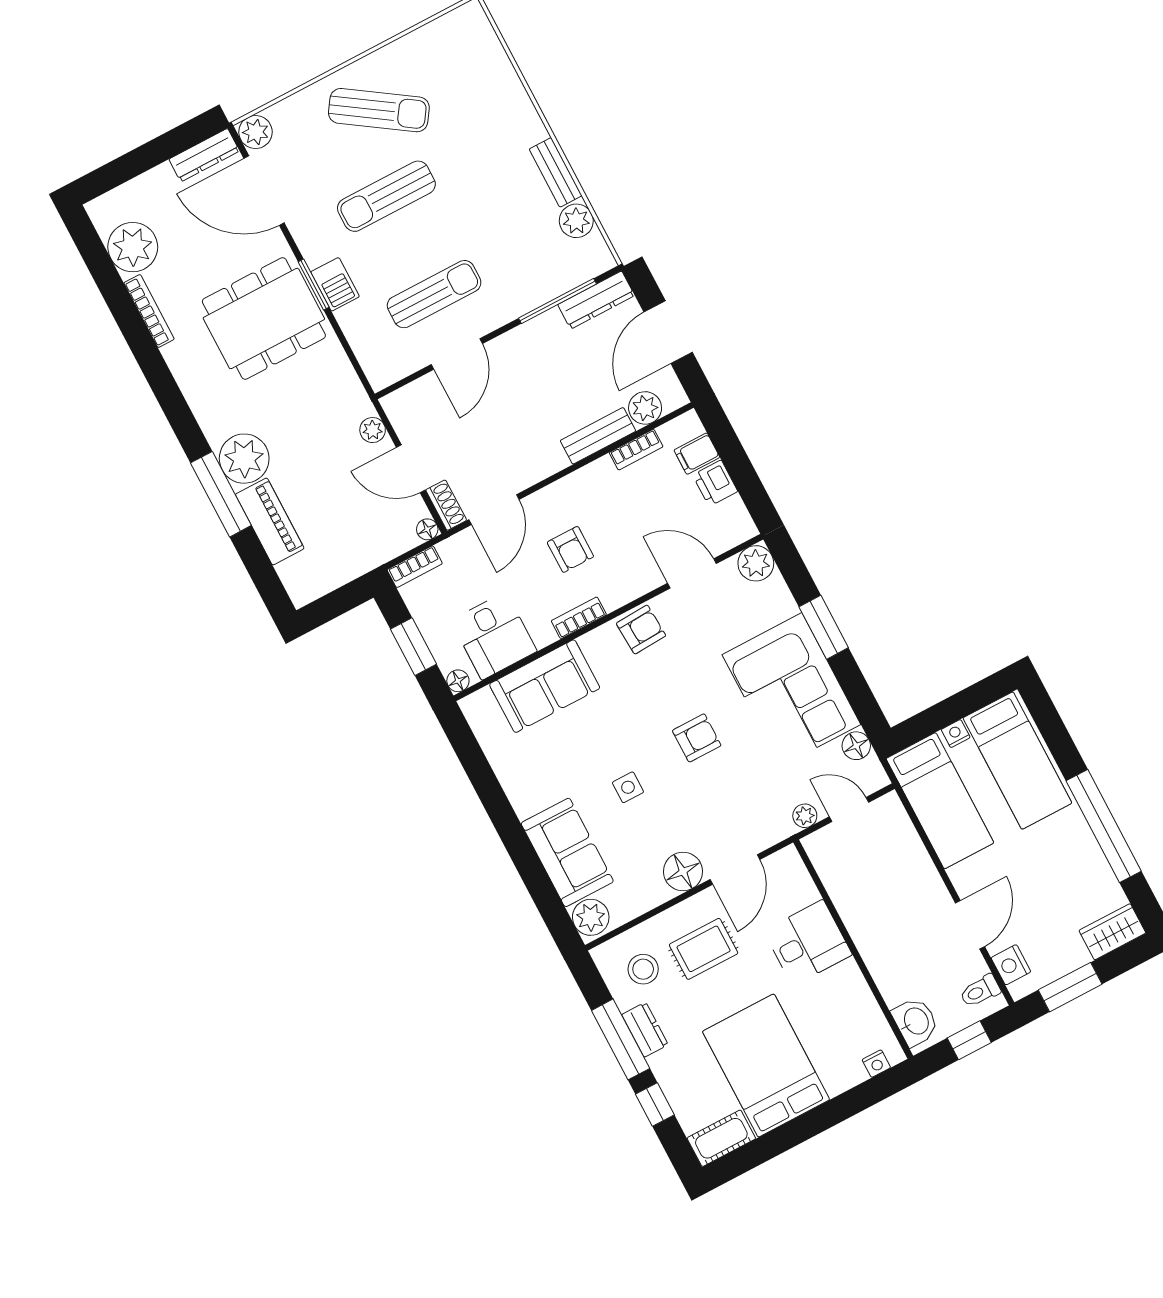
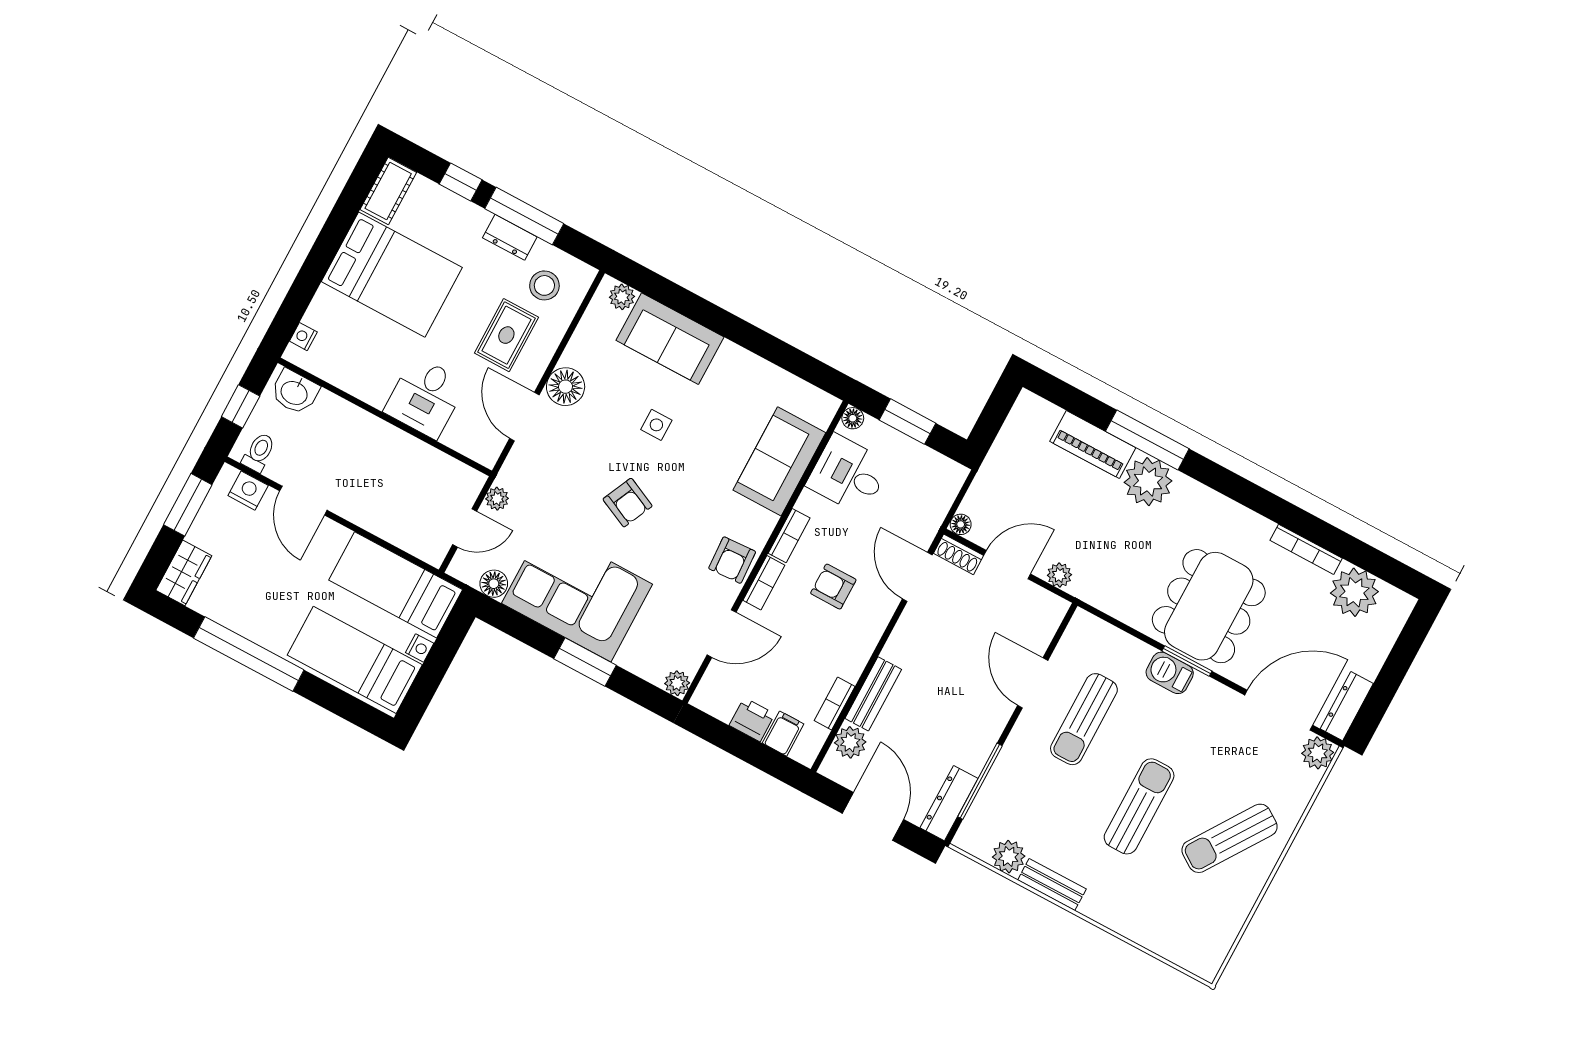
sun lounger: (386, 196) -> (1139, 806), moved
plant: (756, 563) -> (677, 683), width x0.73, depth x0.73
bookcase: (415, 567) -> (764, 583), moved, turned 180
armchair: (697, 738) -> (628, 503), turned -65
plant: (591, 917) -> (622, 297), width x0.73, depth x0.73

